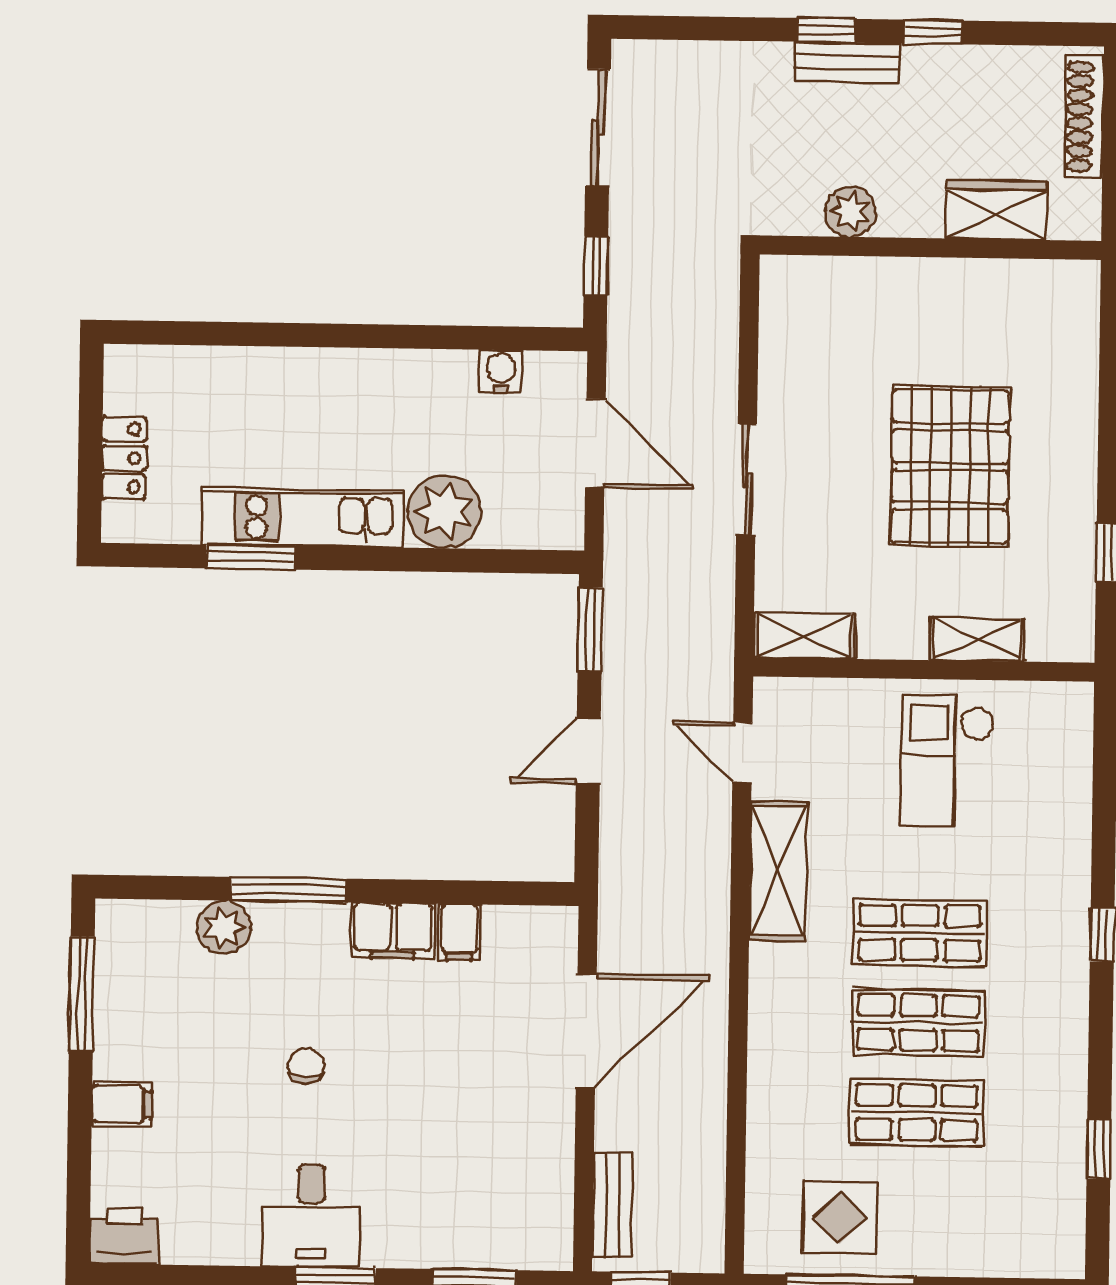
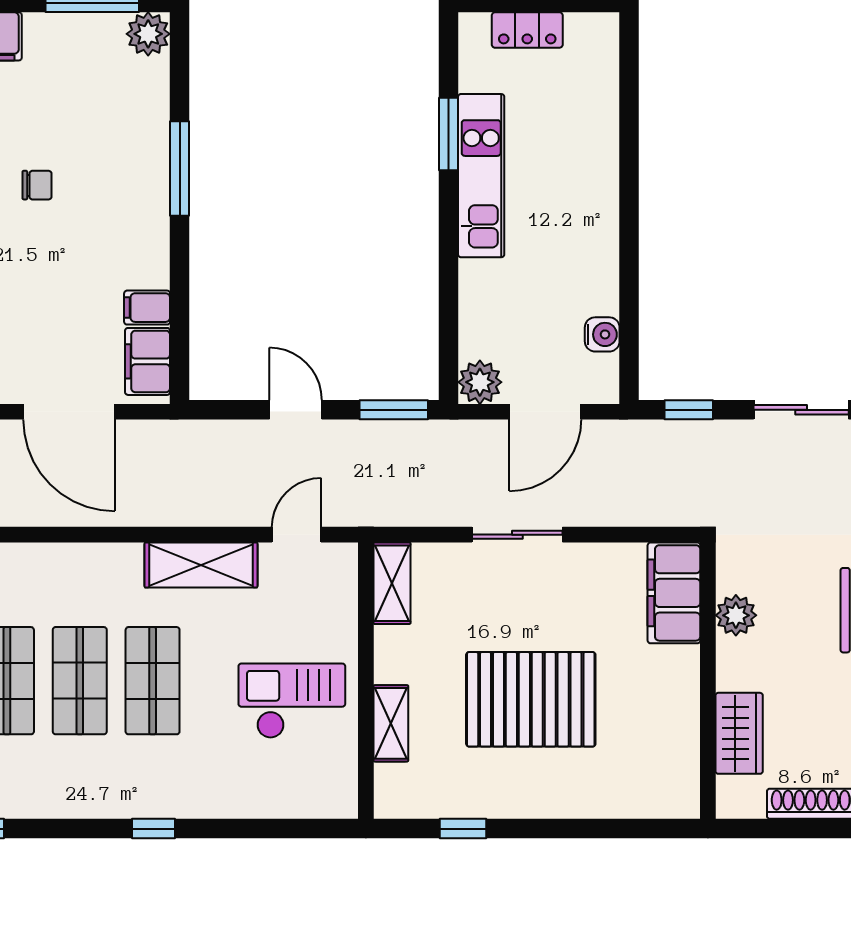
filing cabinet: (821, 288) -> (674, 593), added
plant: (444, 512) -> (480, 382), moved, width x0.73, depth x0.73
plant: (224, 927) -> (148, 34), moved
filing cabinet: (393, 931) -> (148, 361), moved

